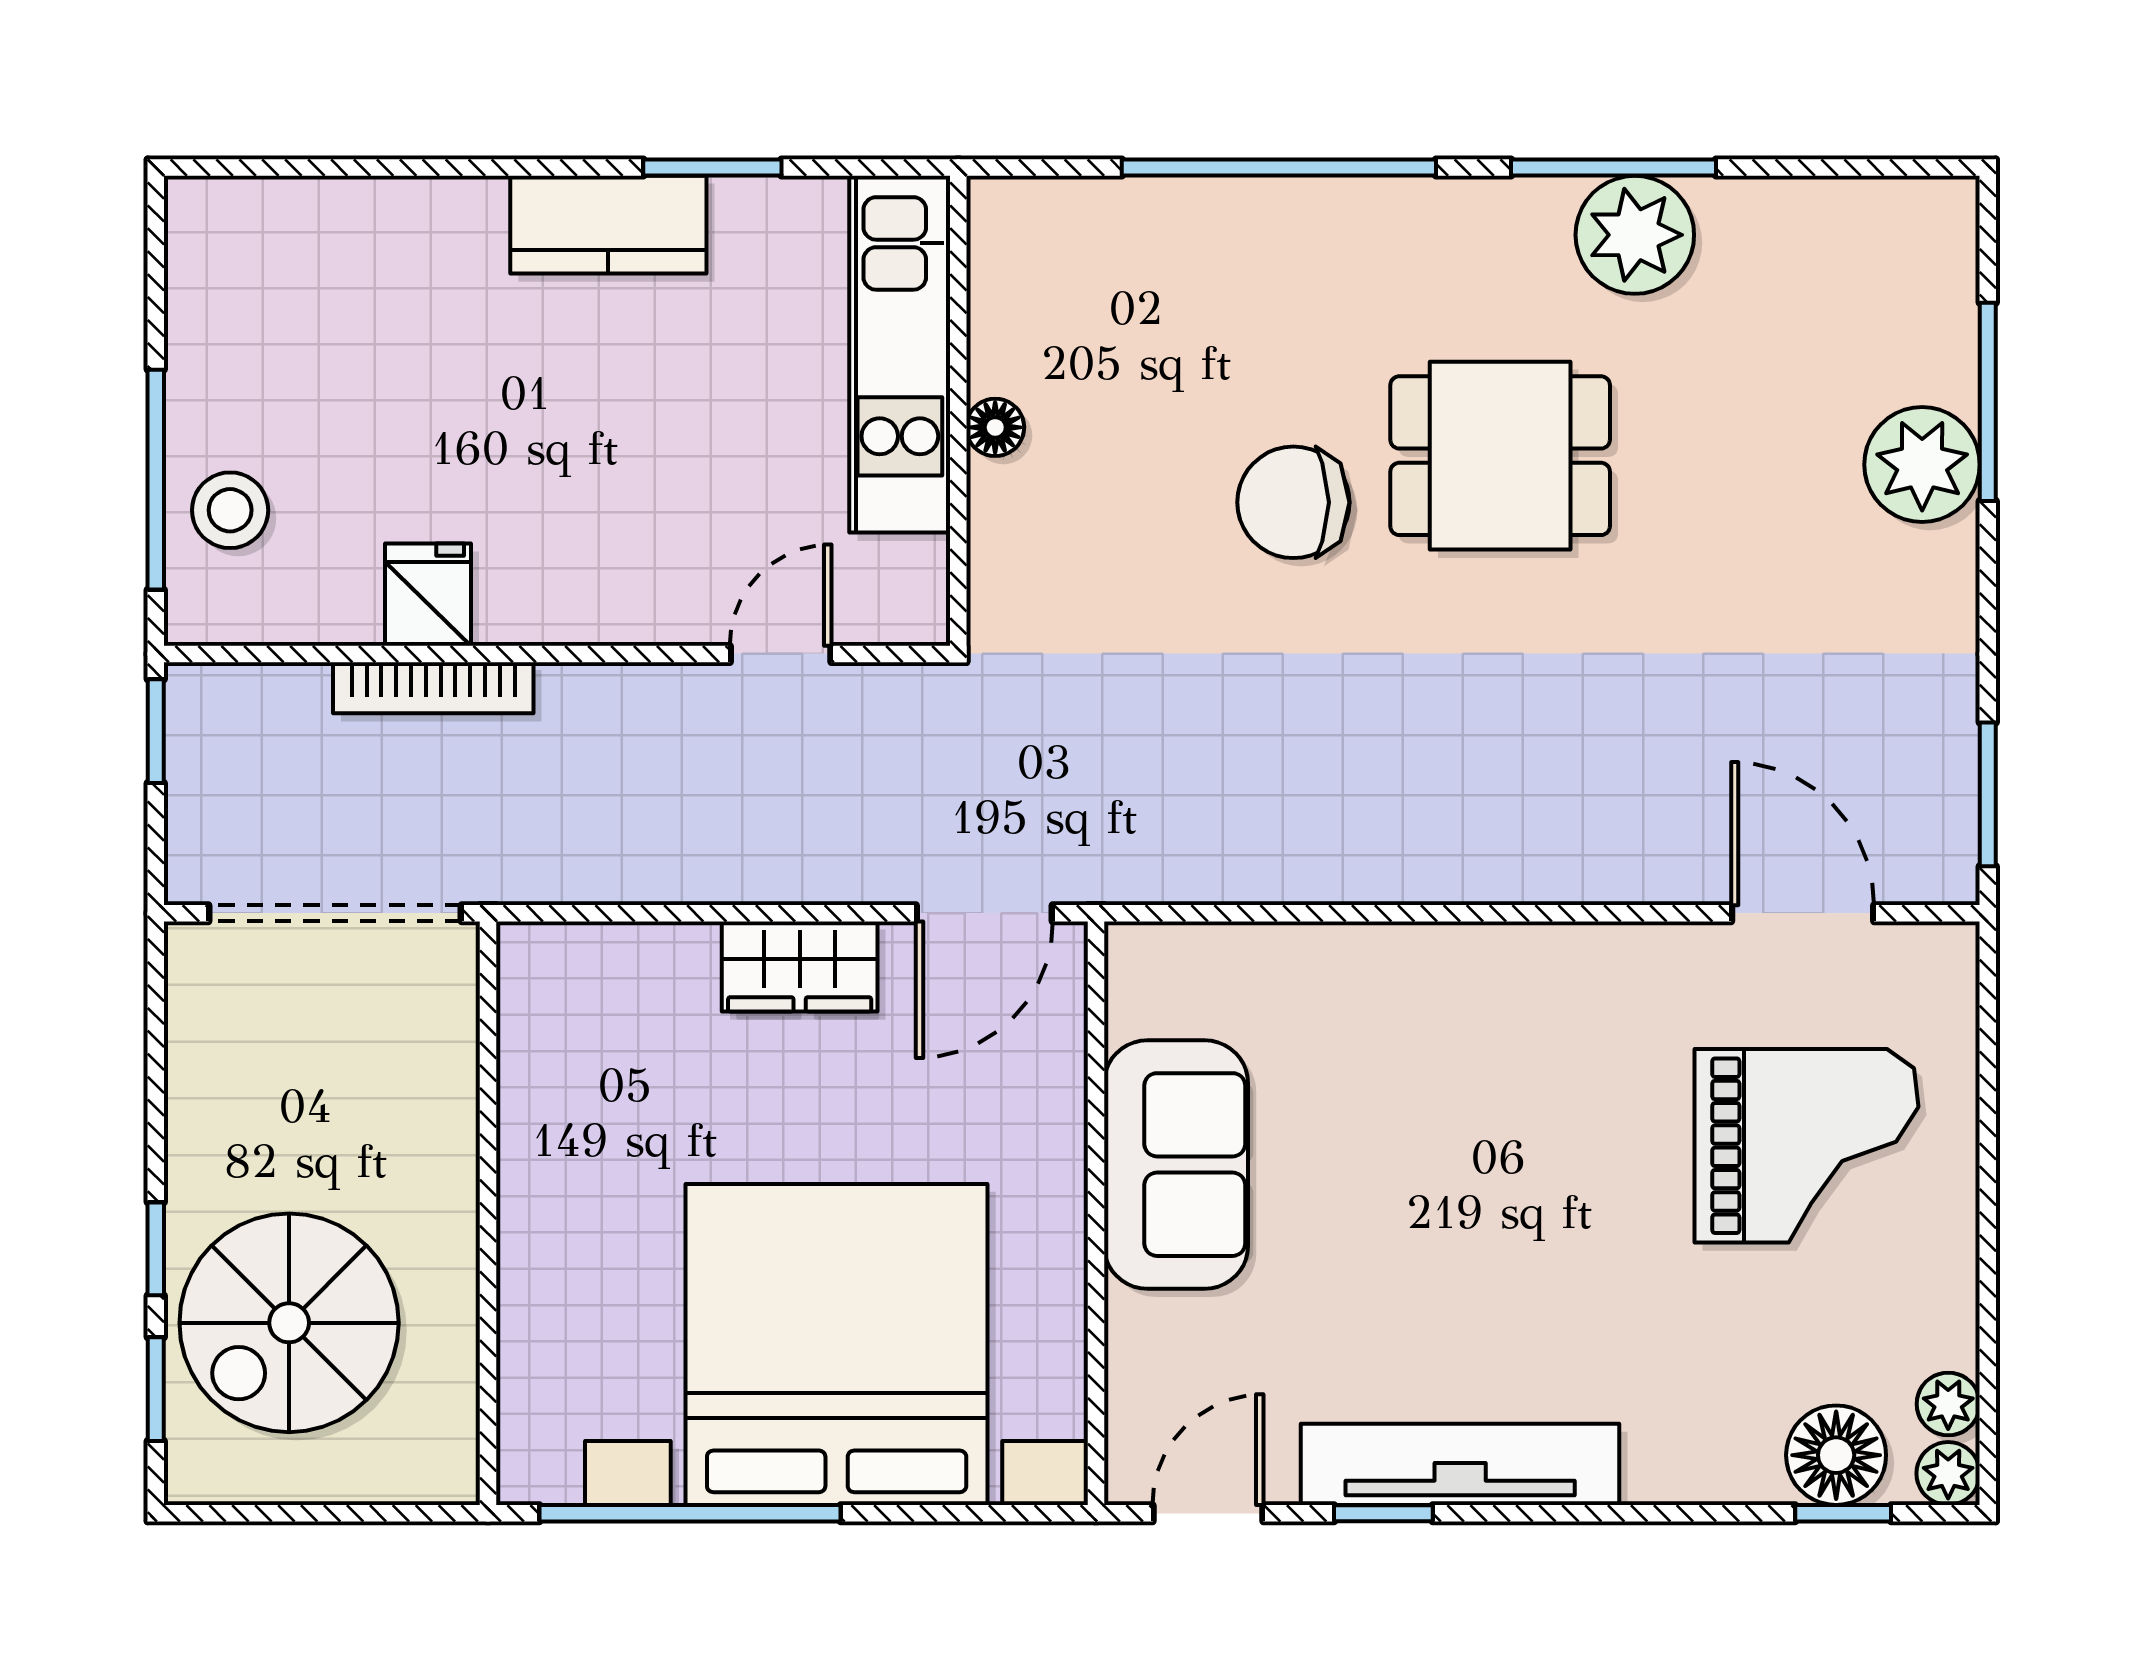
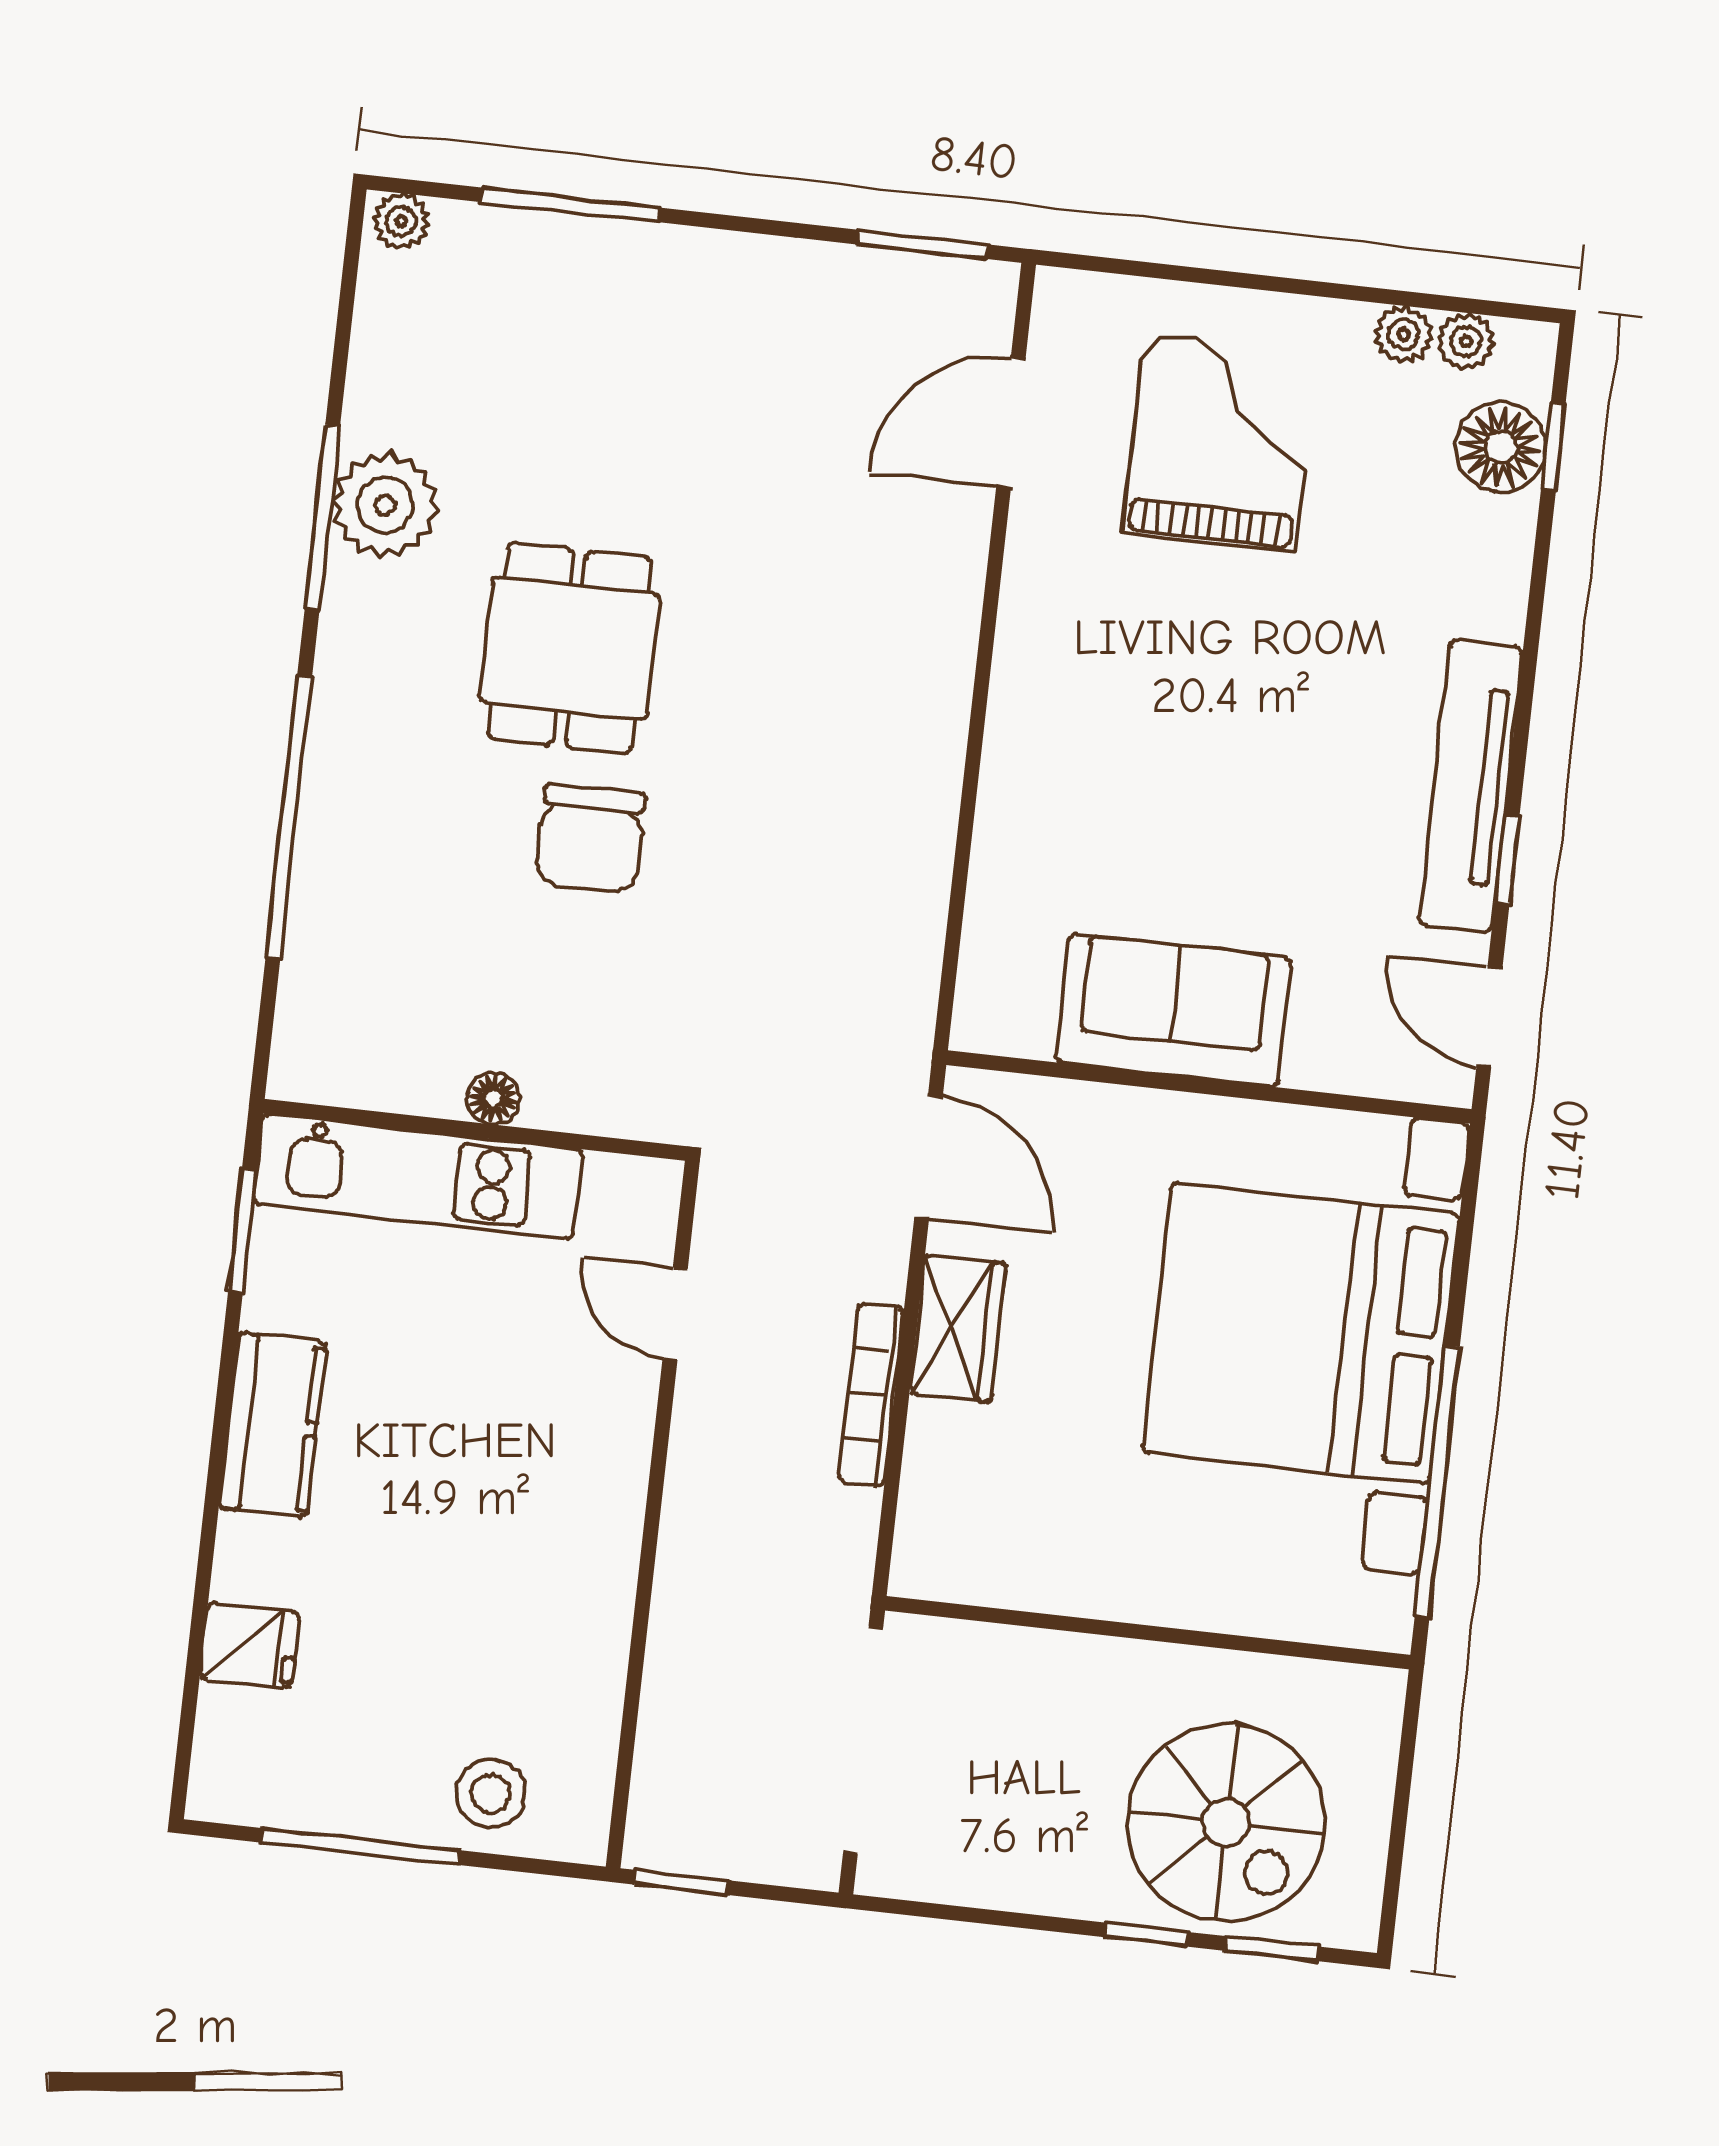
window: (712, 167) -> (242, 1231), moved
plant: (1922, 465) -> (401, 221), moved, width x0.53, depth x0.53
window: (156, 480) -> (360, 1846), moved
fridge: (428, 595) -> (250, 1645), moved, turned 180
bookcase: (433, 688) -> (871, 1395), moved, turned 180
plant: (1948, 1473) -> (1403, 334), moved

